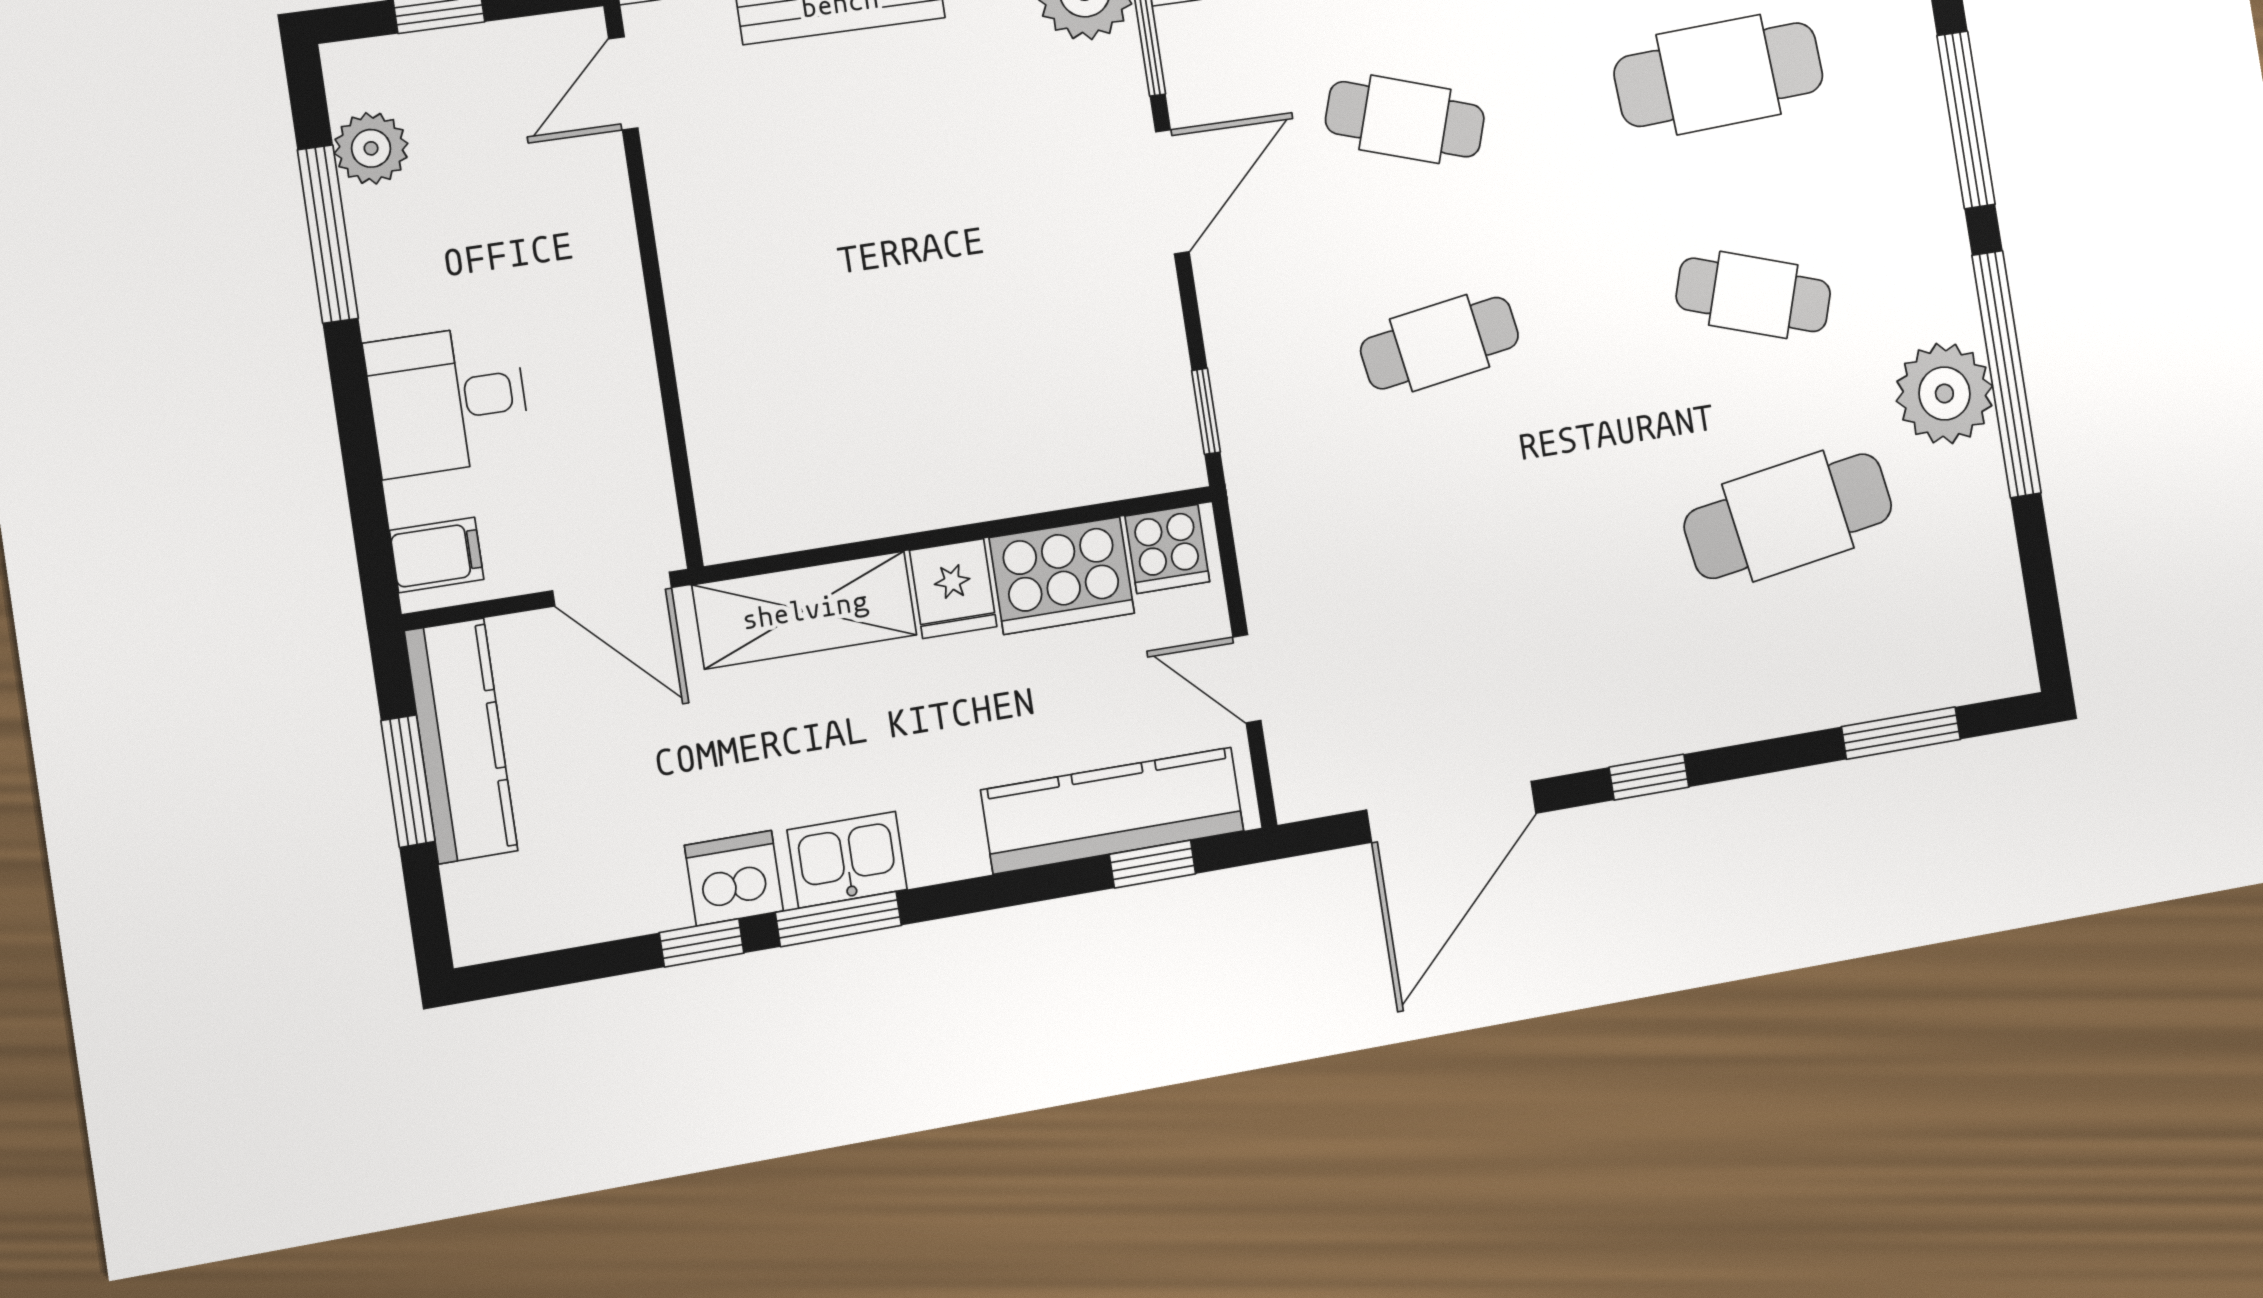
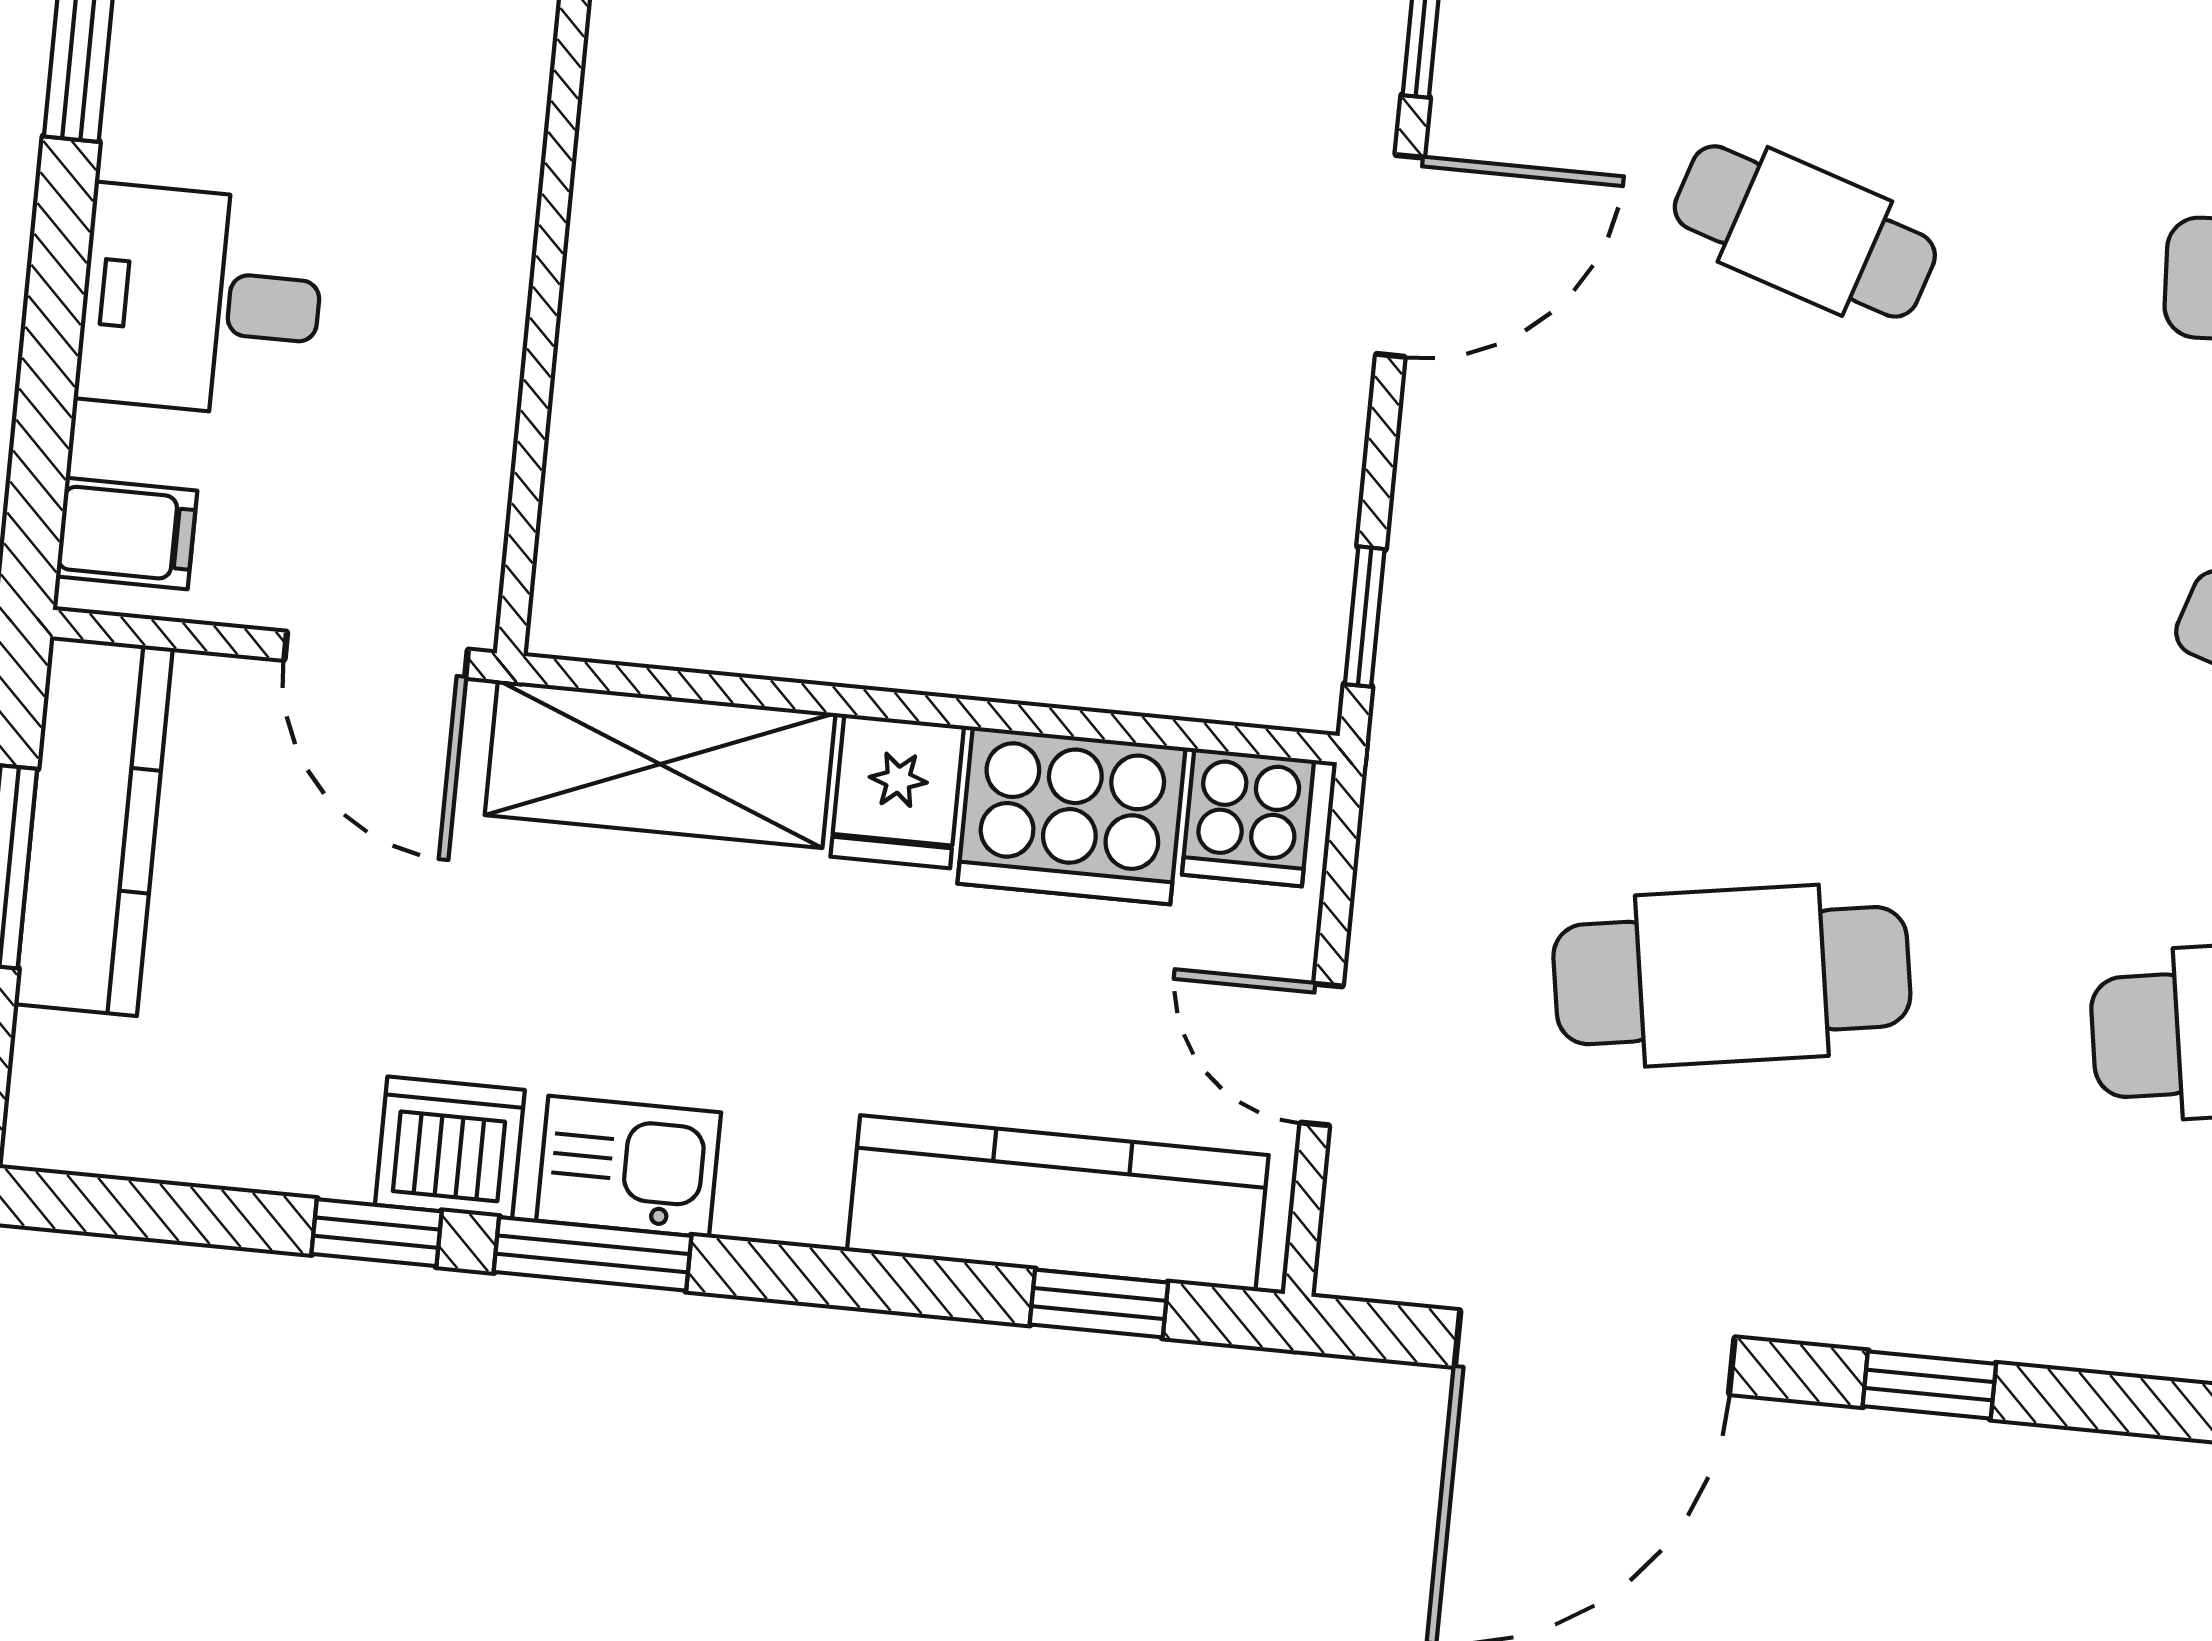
cafe table: (1440, 343) -> (1732, 976), moved, width x1.37, depth x1.35

